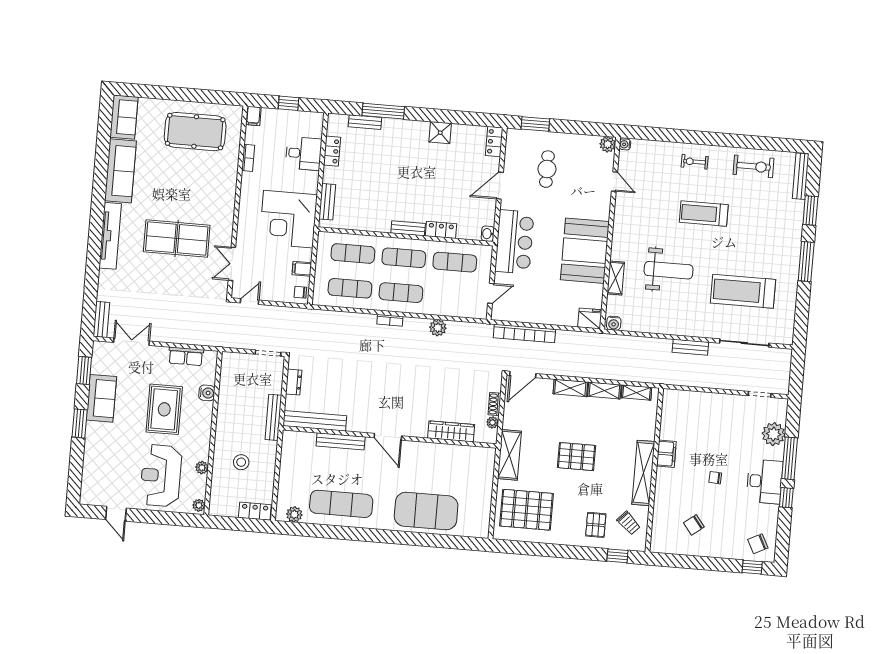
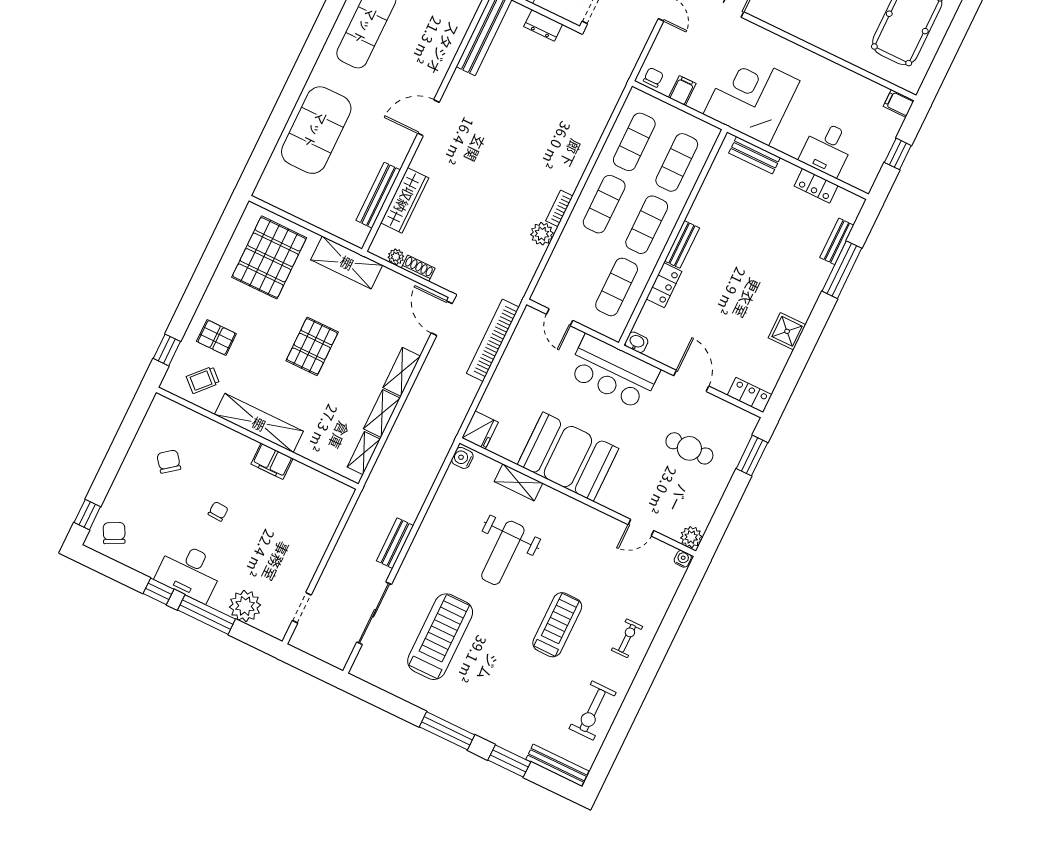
bookcase: (248, 158) -> (848, 76), removed
bookcase: (390, 320) -> (559, 208), moved
bench: (341, 441) -> (378, 195), moved

